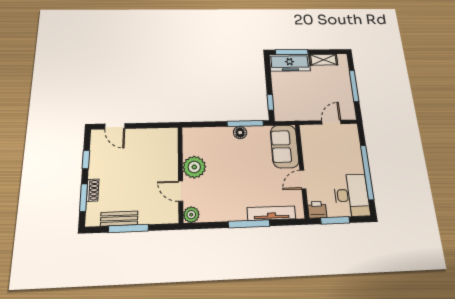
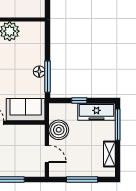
freezer: (290, 63) -> (96, 112), moved, turned -90
window: (270, 102) -> (79, 100), moved
boiler: (304, 110) -> (59, 130), added

